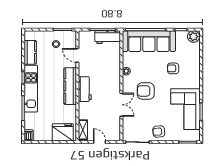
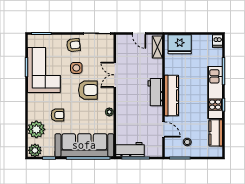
plant: (192, 55) -> (36, 129), added
side table: (156, 111) -> (76, 68), added

